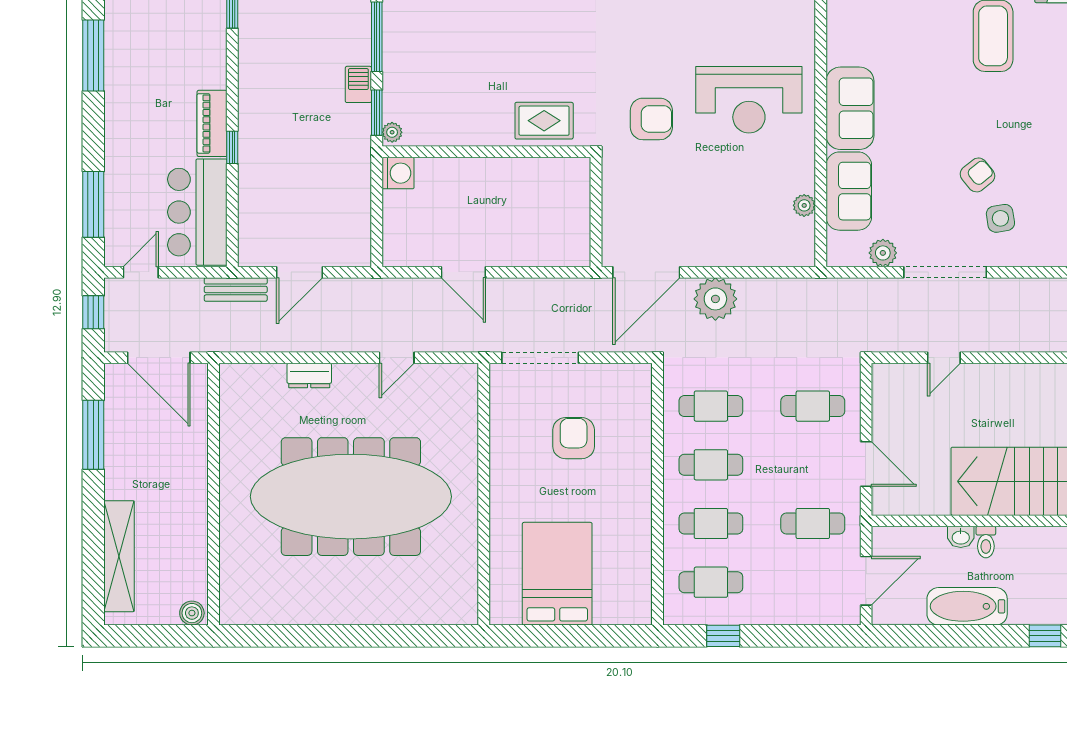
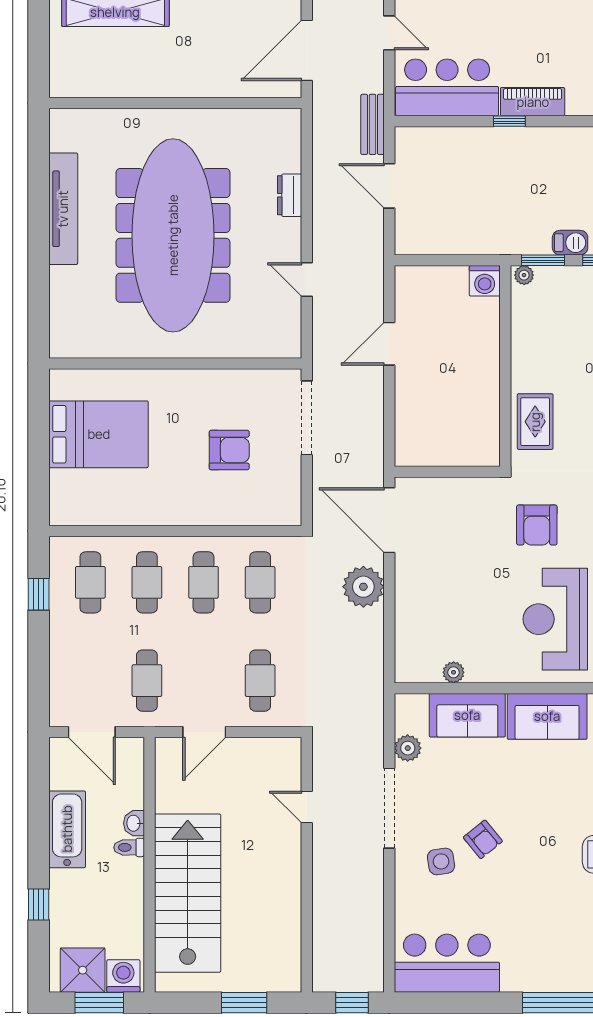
tv unit: (323, 610) -> (63, 209), added
boiler: (192, 613) -> (61, 82), removed

